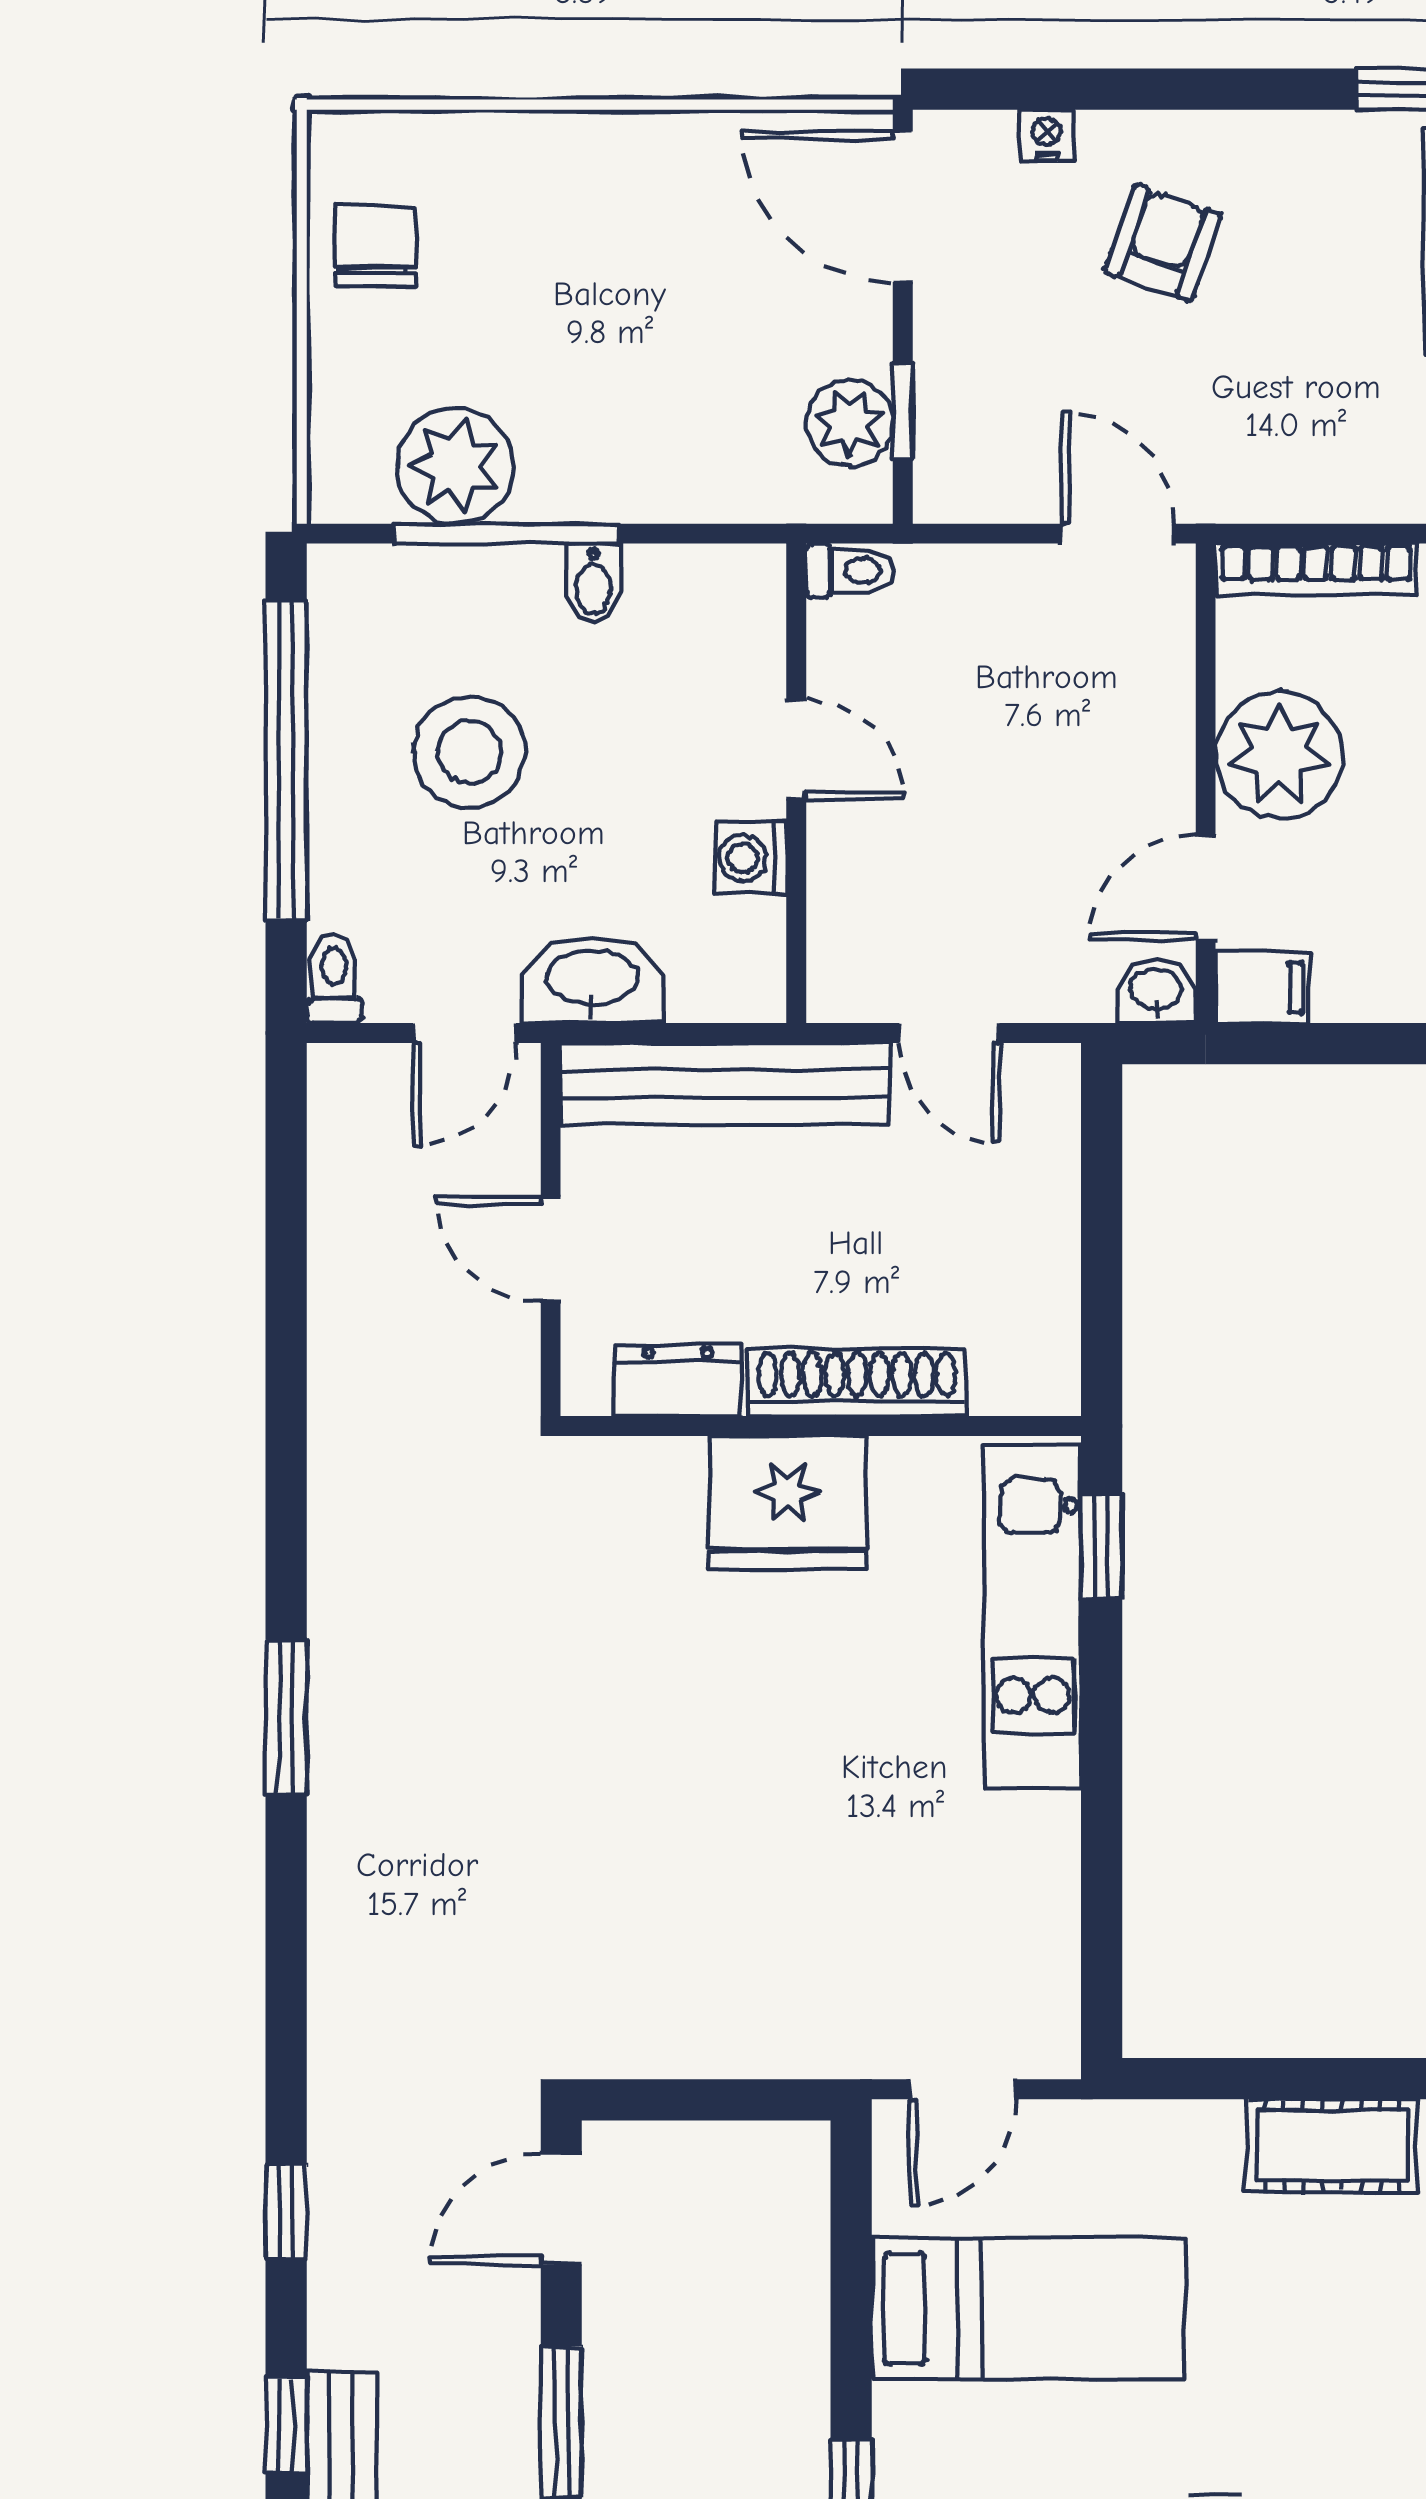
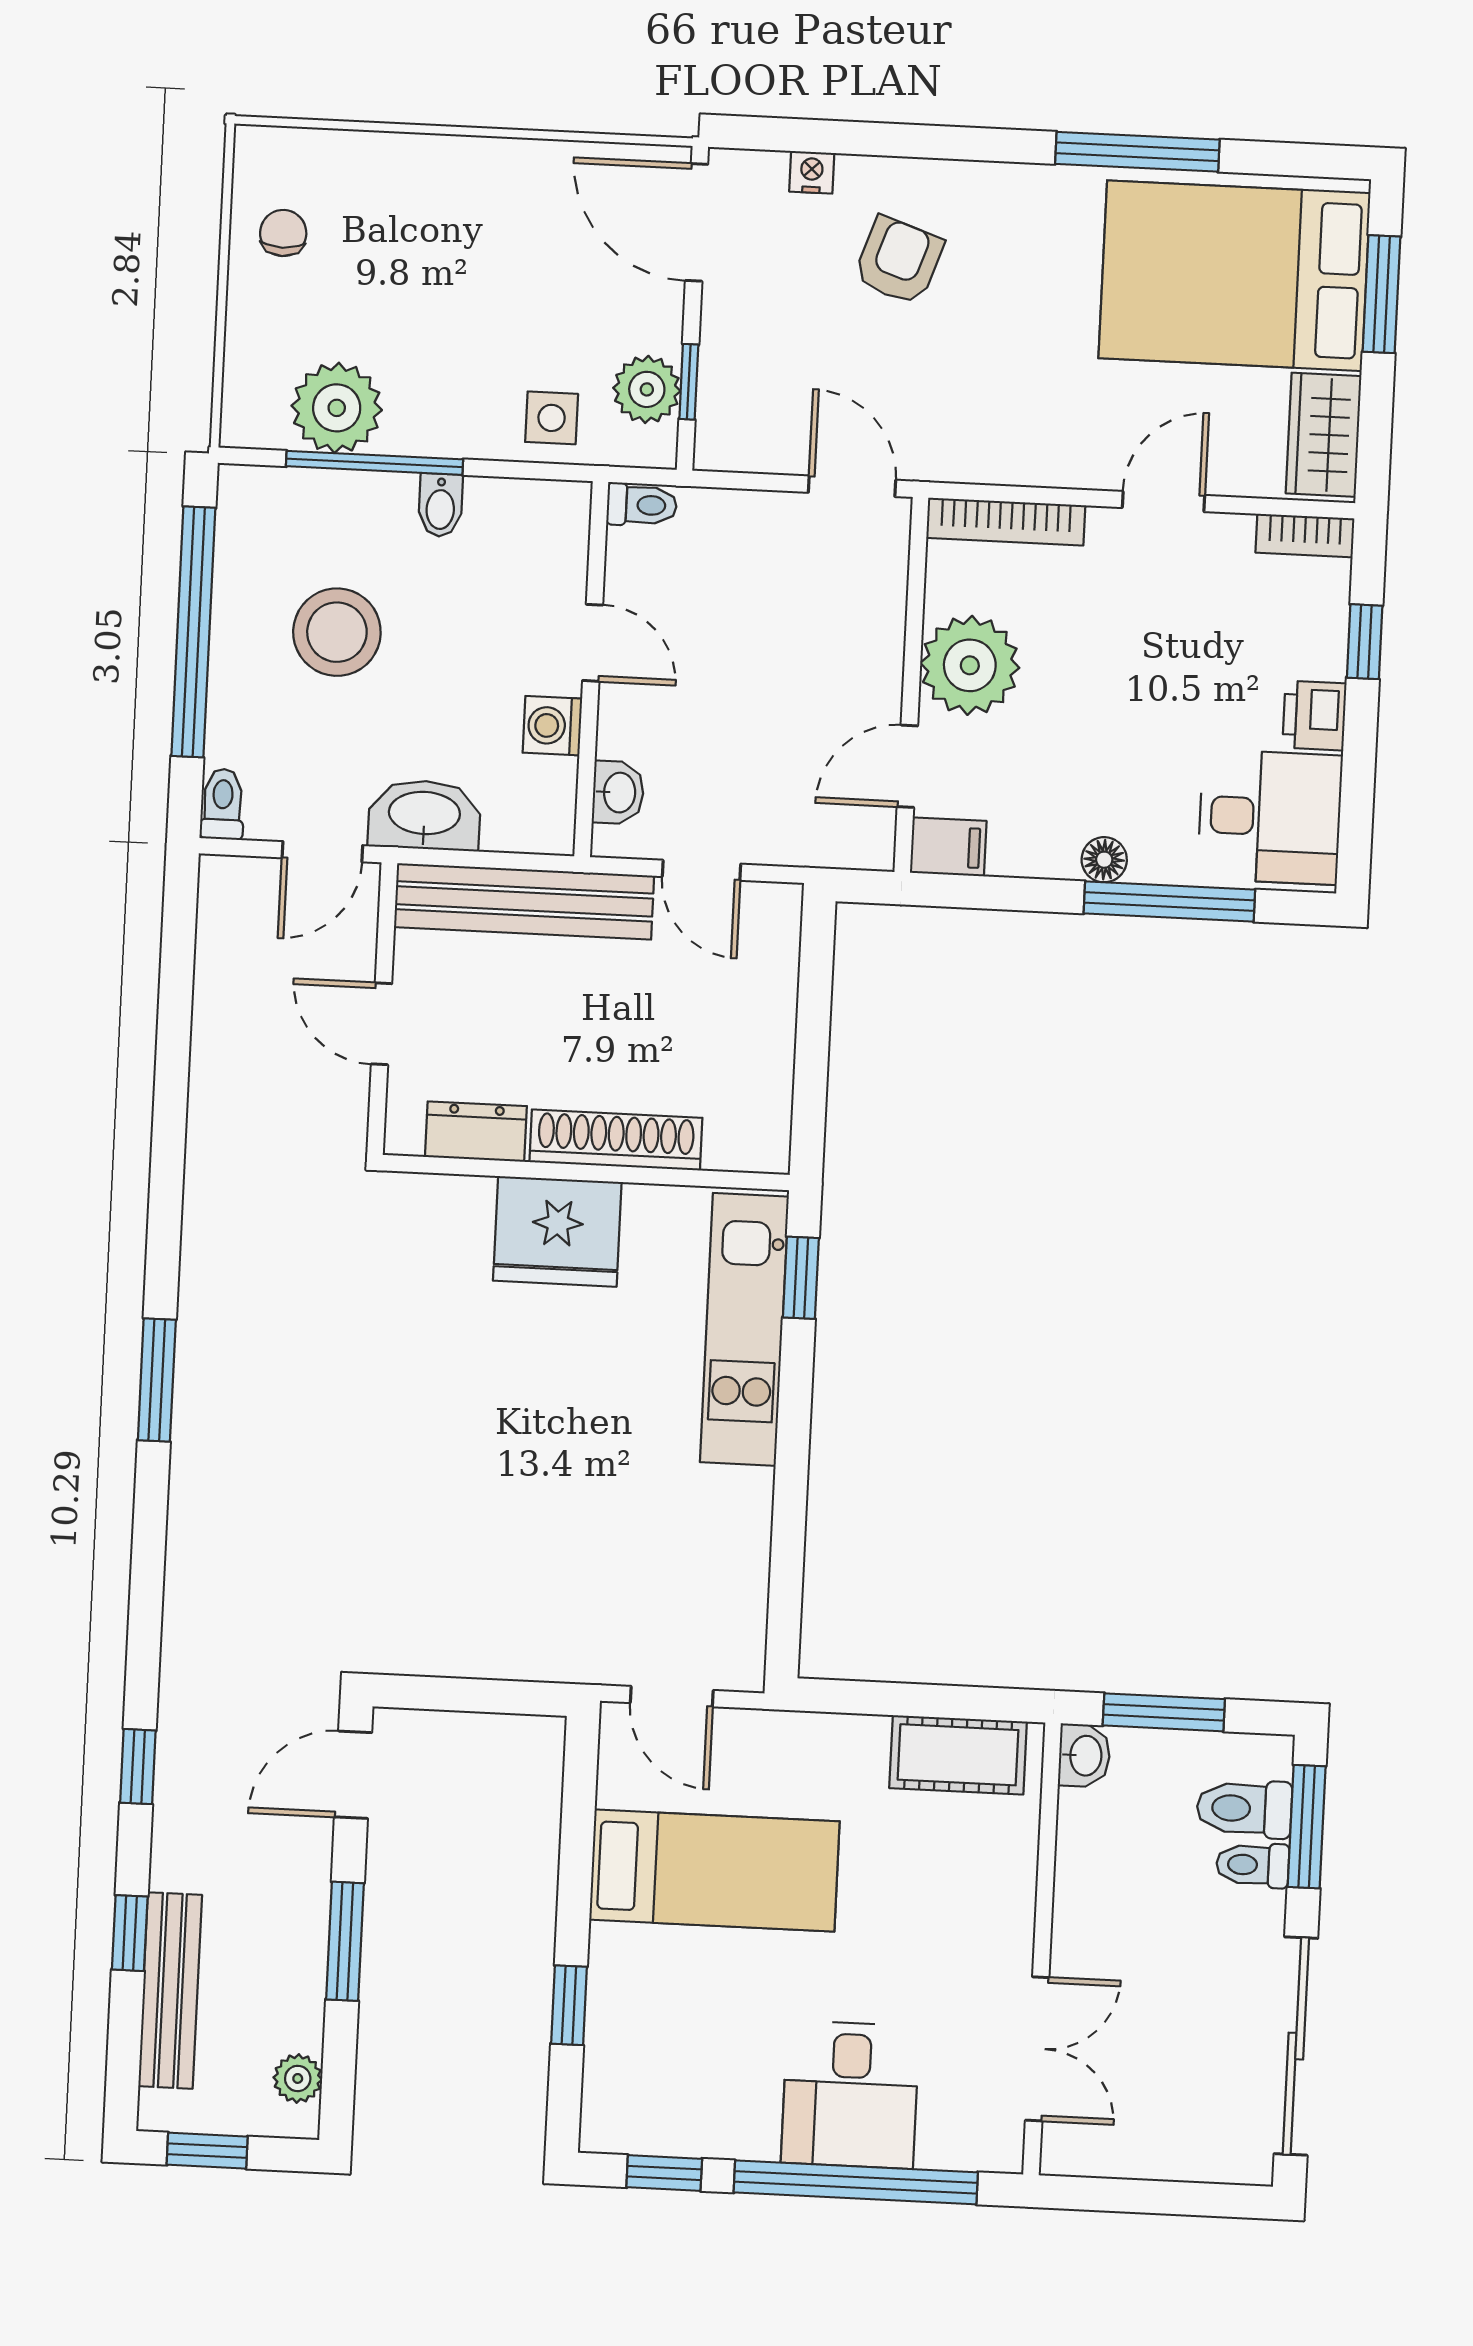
chair: (376, 246) -> (283, 233), width x0.73, depth x0.73
side table: (730, 465) -> (552, 418), added
washbasin: (1156, 991) -> (618, 793), moved, turned 90
door: (963, 2089) -> (672, 1697), hinge flipped

